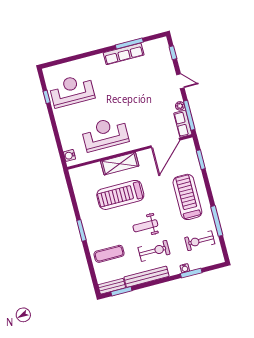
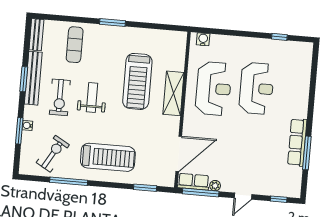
reception desk: (72, 91) -> (257, 88), moved
door: (165, 143) -> (179, 154), swing flipped
treadmill: (120, 195) -> (137, 81), turned 180
exercise bike: (200, 241) -> (53, 154), turned 30
window: (121, 291) -> (24, 79), moved

